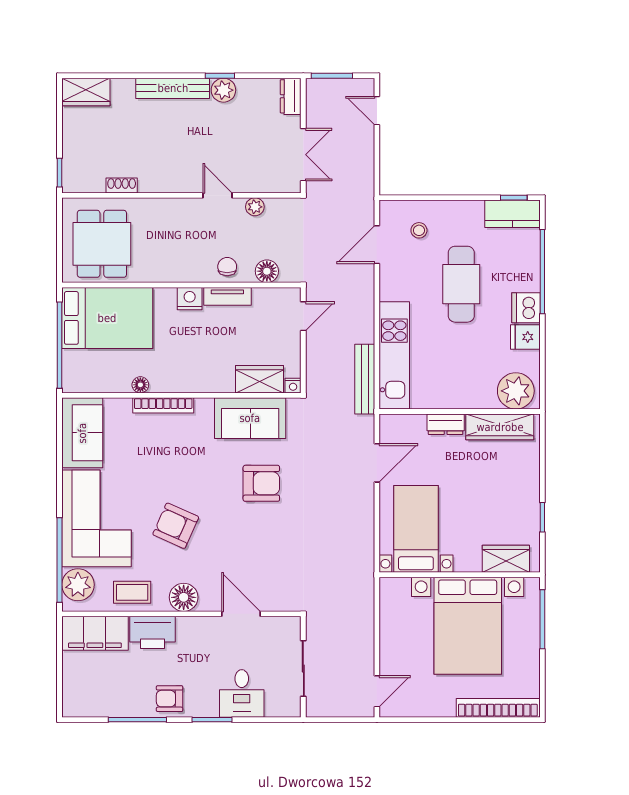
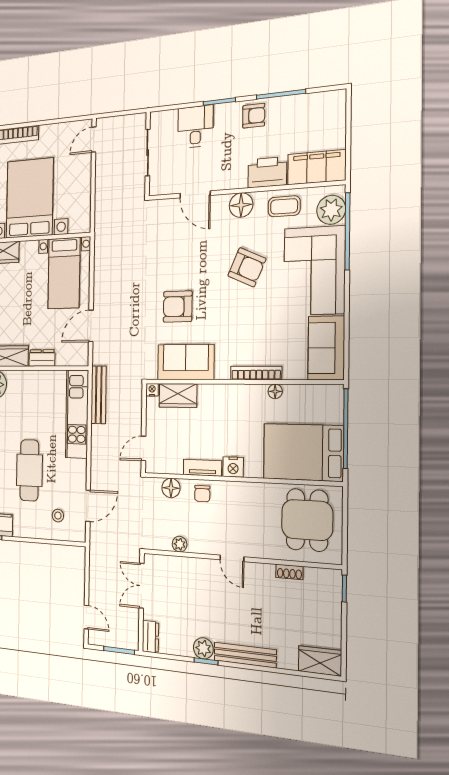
door: (217, 195) -> (232, 558), moved

